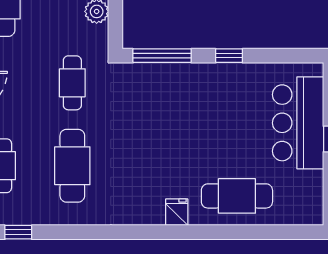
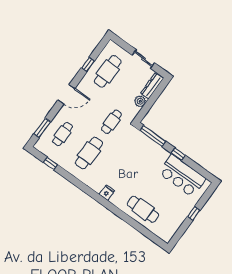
bar counter: (298, 123) -> (182, 176), moved, turned -90
fridge: (177, 212) -> (107, 193), moved

